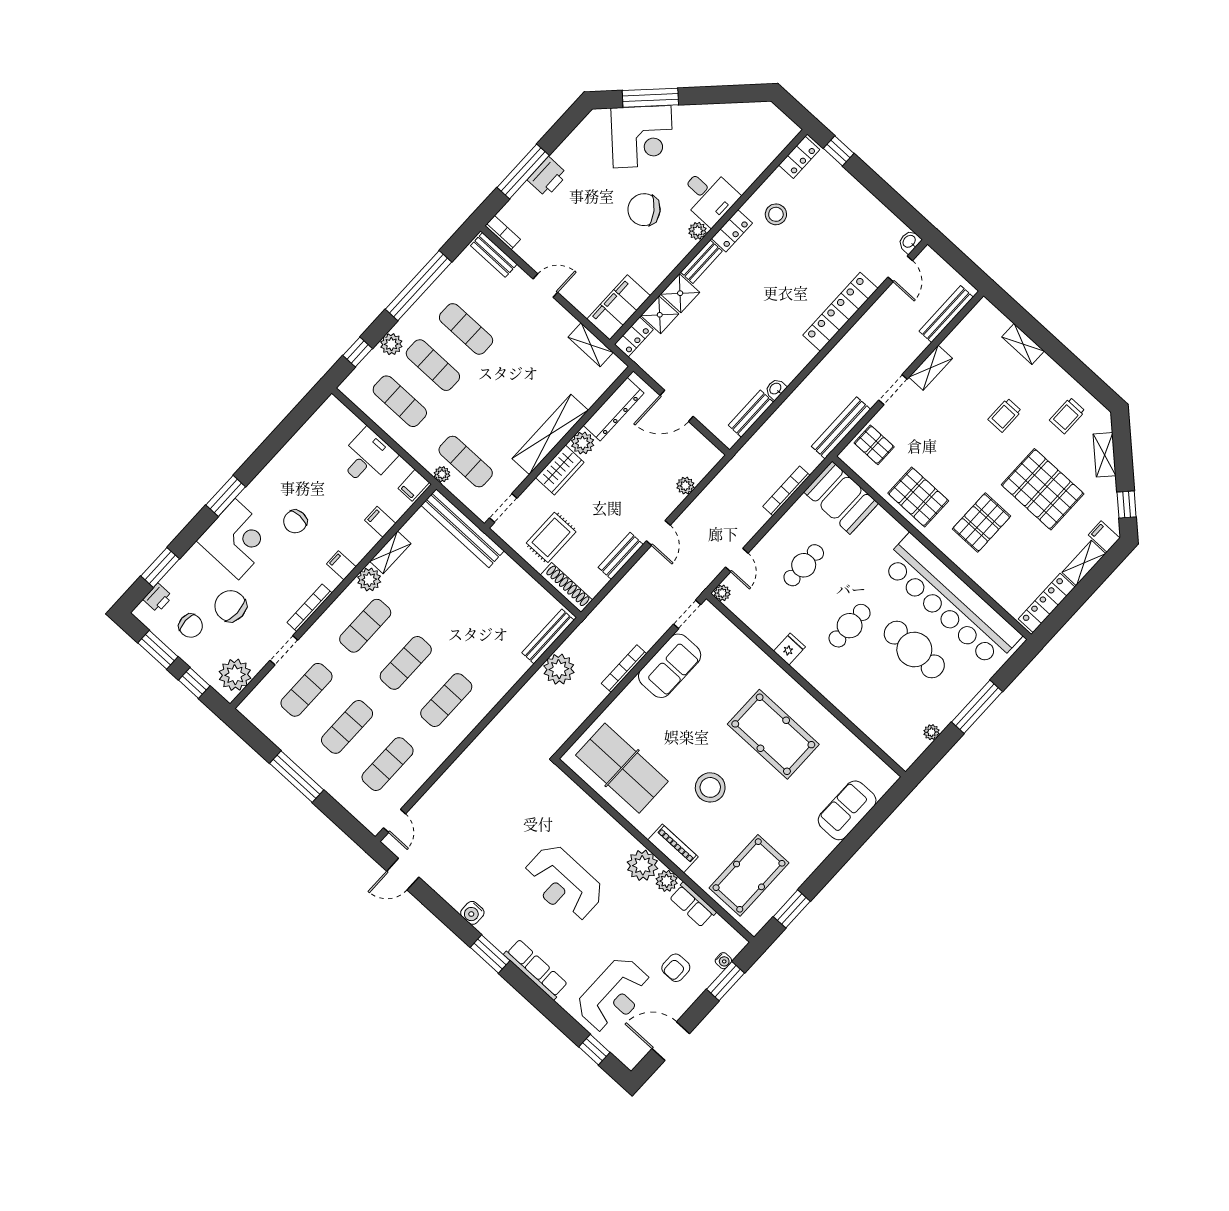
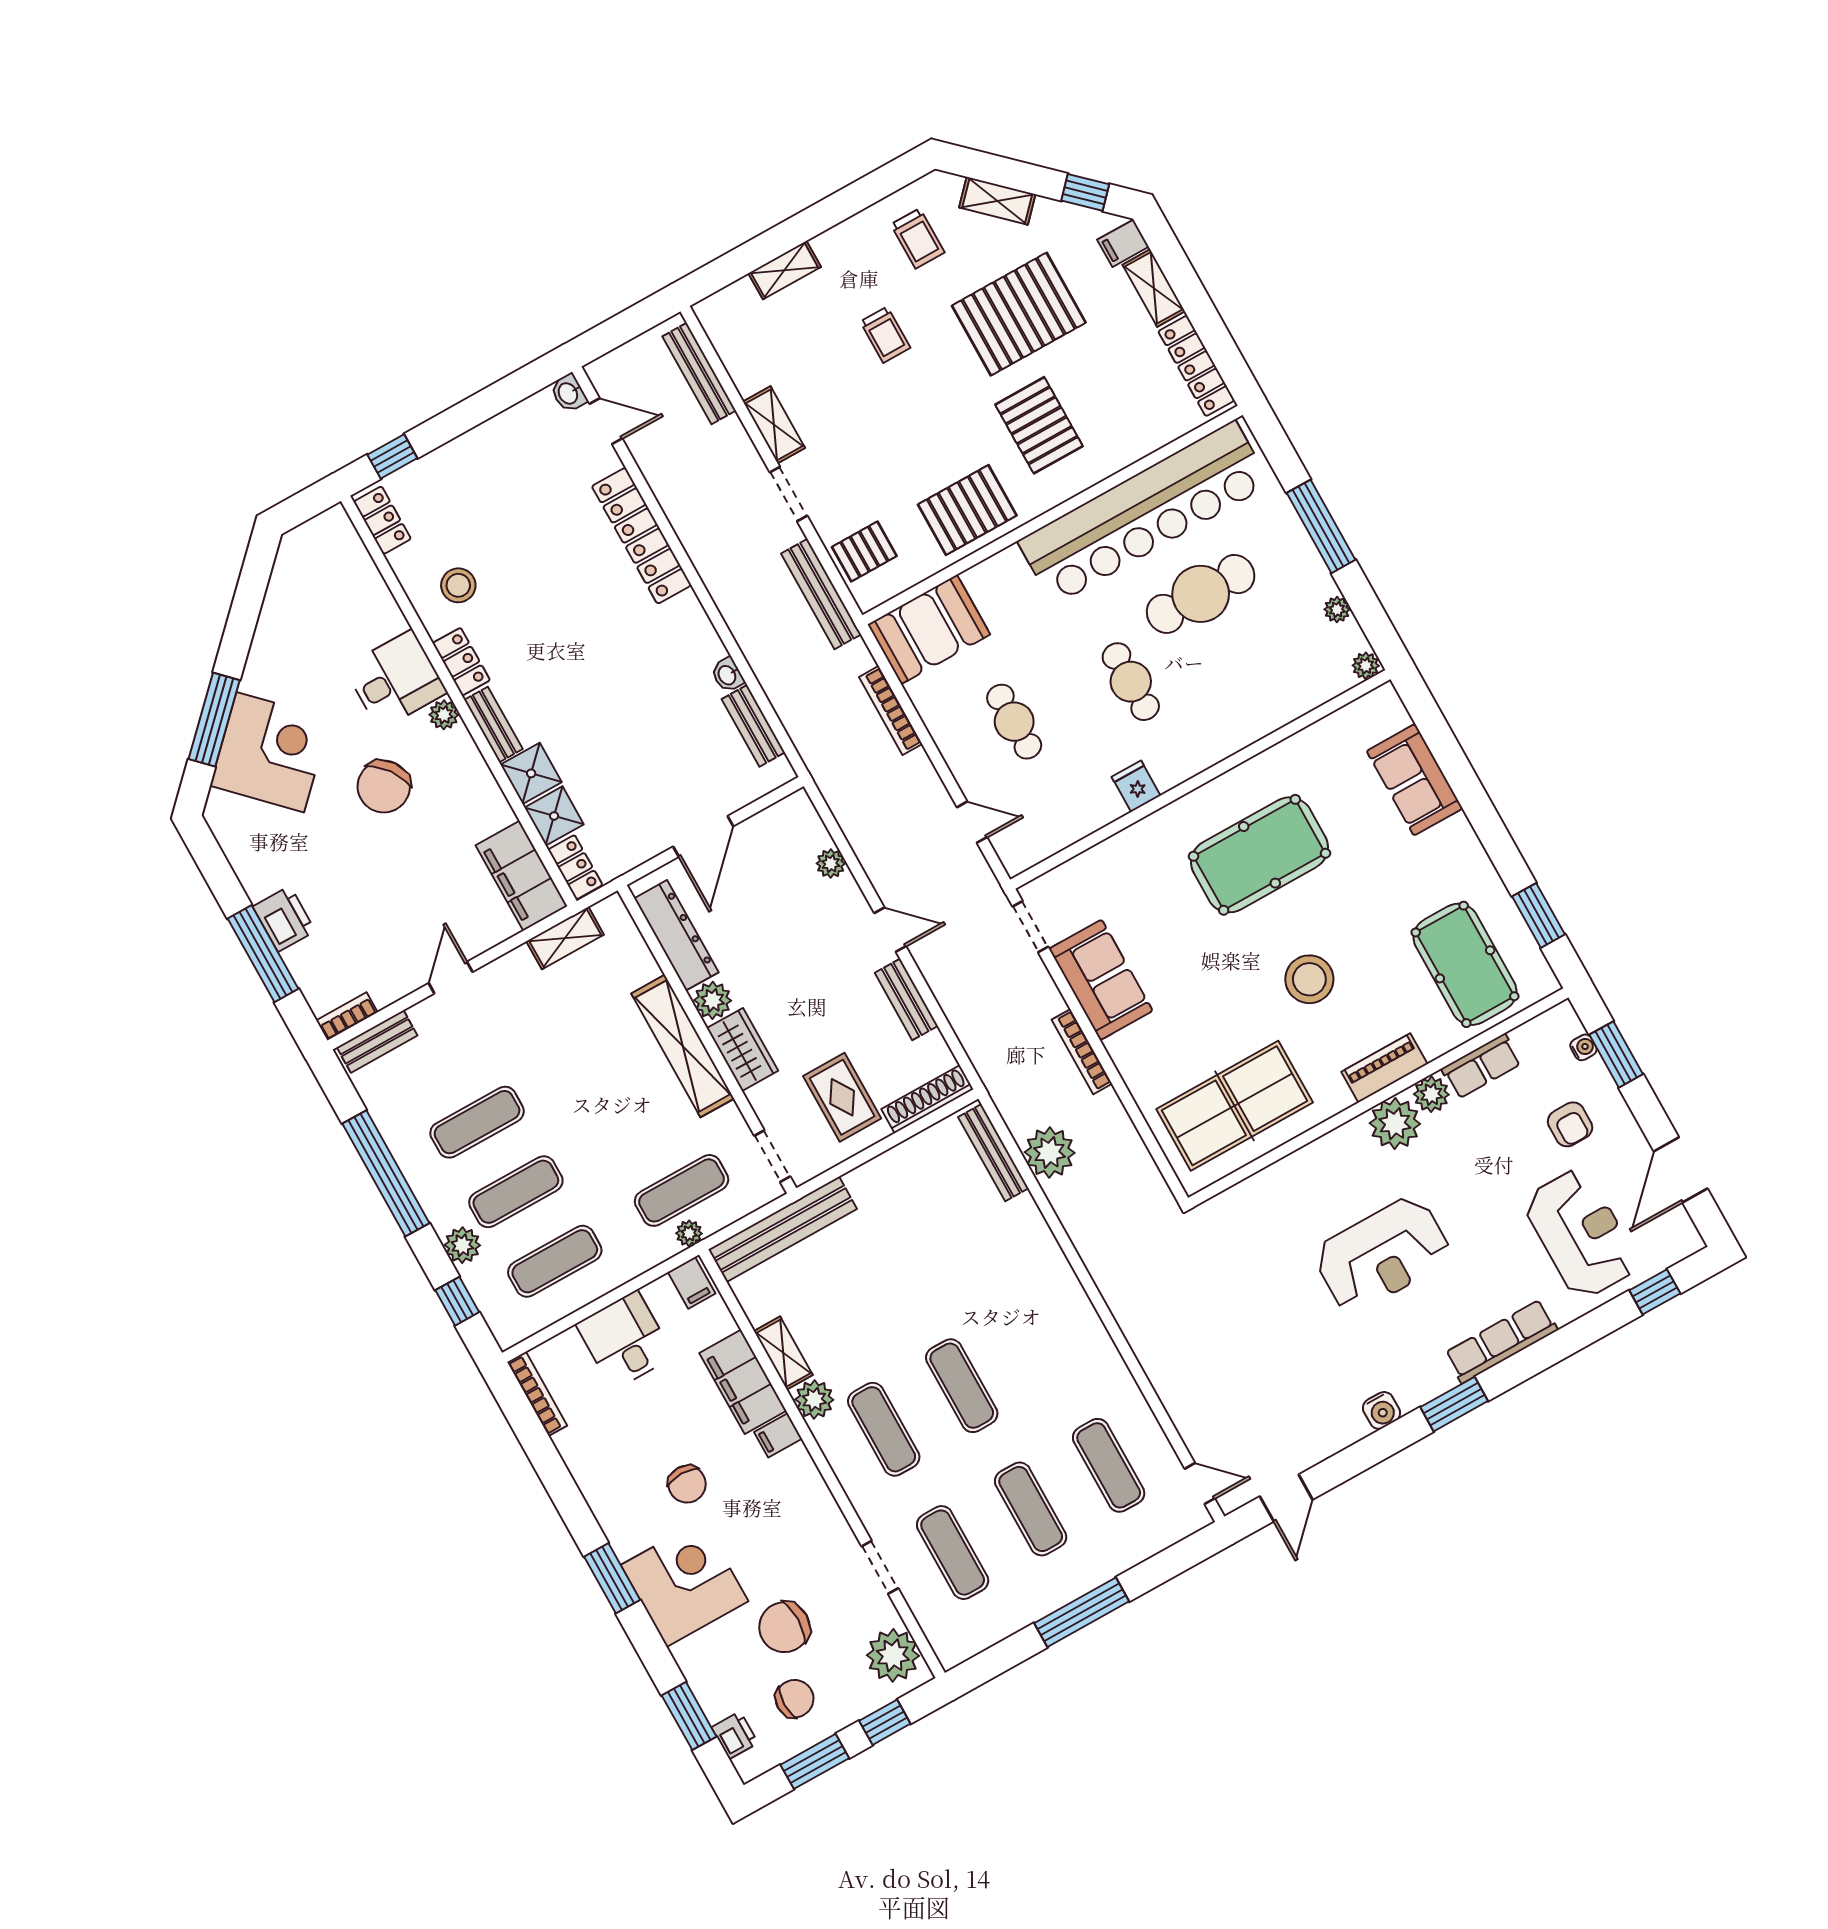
filing cabinet: (380, 522) -> (743, 1382), width x3.00, depth x1.17
plant: (722, 593) -> (1366, 666), moved
bookcase: (309, 608) -> (537, 1394), moved, turned 180
exercise mat: (446, 700) -> (1040, 1342), removed

